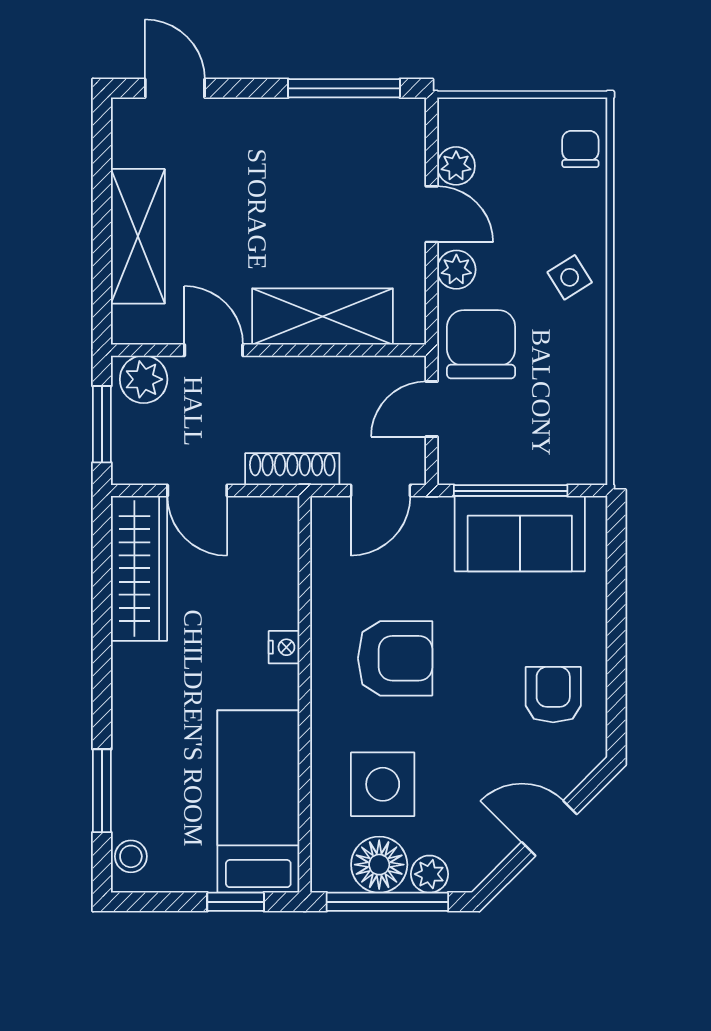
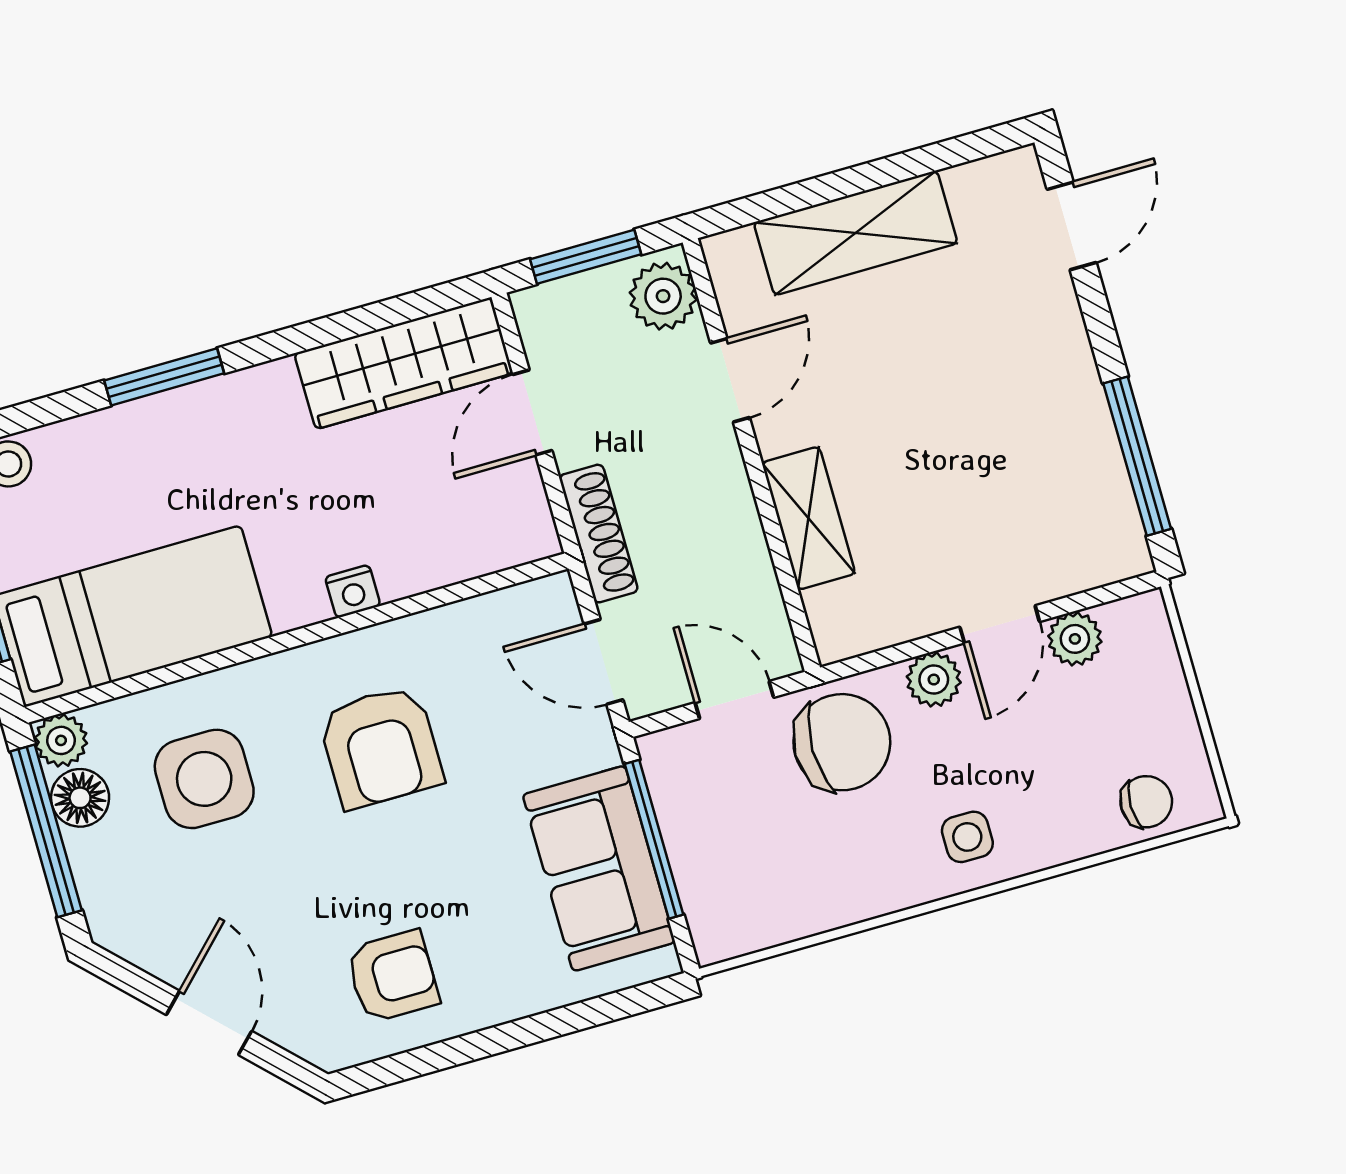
side table: (570, 277) -> (967, 837), turned 32
shelving: (323, 316) -> (808, 518), width x0.67, depth x0.75
window: (102, 791) -> (164, 377), moved
floor lamp: (379, 865) -> (80, 798), width x0.73, depth x0.73
plant: (429, 874) -> (61, 740), moved

